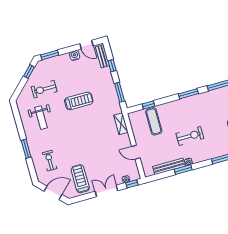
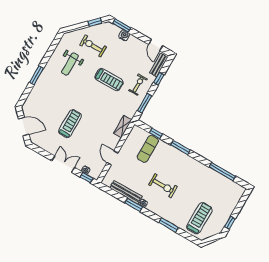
water cooler: (75, 55) -> (124, 35), moved
window: (188, 94) -> (180, 147), moved
exercise bike: (50, 161) -> (138, 85), moved
treadmill: (80, 179) -> (70, 124), moved

